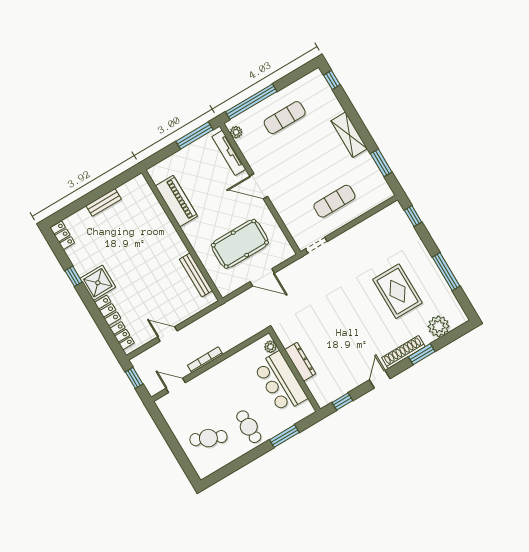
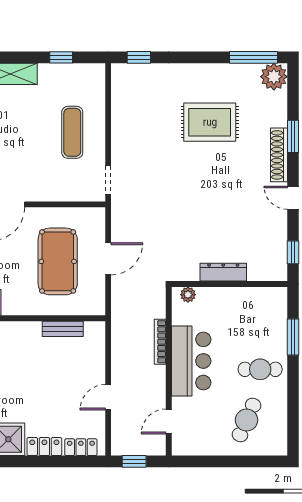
window: (381, 163) -> (61, 57), width x0.67
window: (446, 272) -> (254, 57), moved
bench: (196, 275) -> (63, 329), width x0.73
plant: (439, 326) -> (274, 77), moved
bookcase: (205, 360) -> (160, 342), moved
bar counter: (280, 382) -> (191, 361), moved, turned -90

